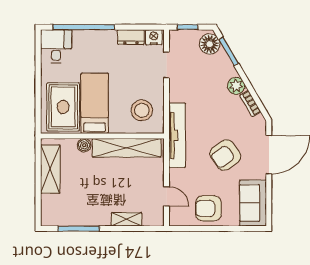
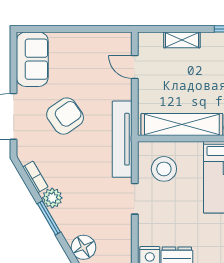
window: (229, 51) -> (49, 218), moved
doorway: (166, 65) -> (135, 199), moved
armchair: (208, 208) -> (85, 53), removed

